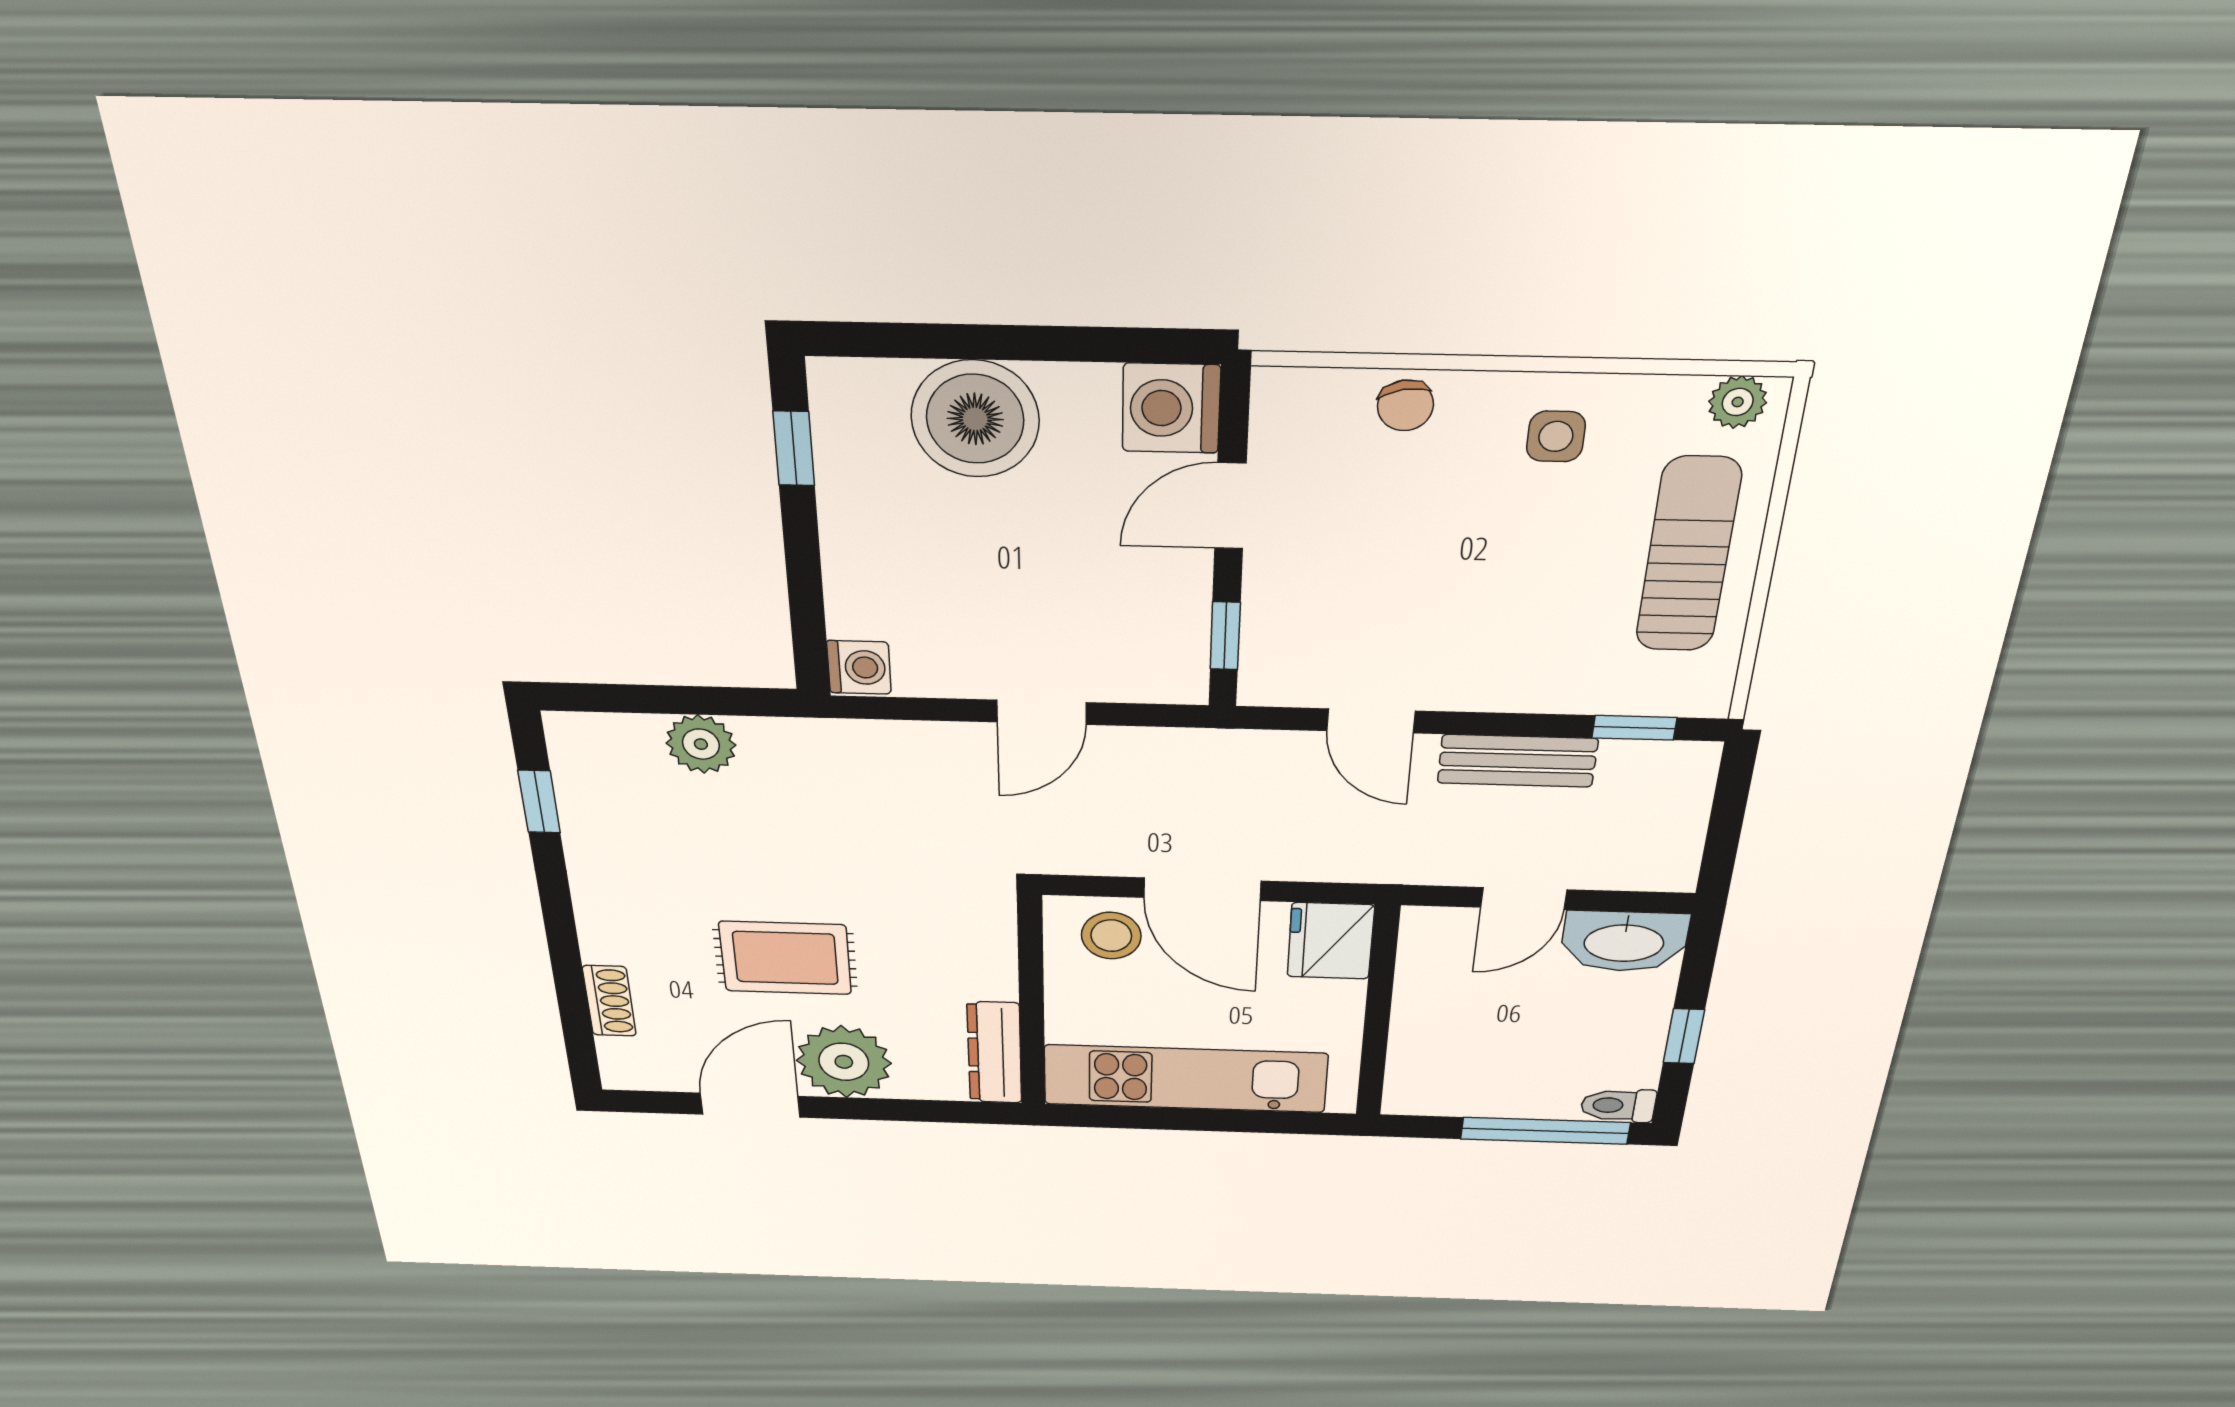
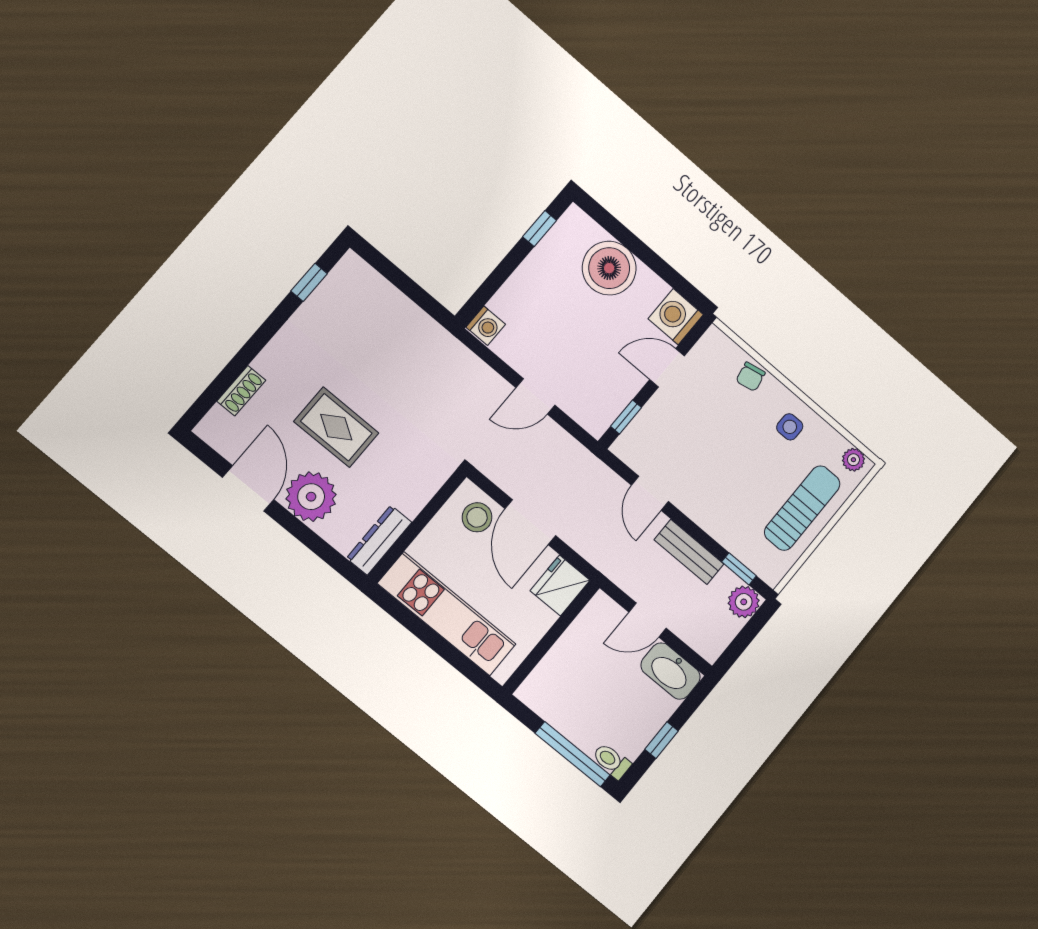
plant: (701, 744) -> (744, 602), moved
door: (750, 1105) -> (248, 488), hinge flipped

